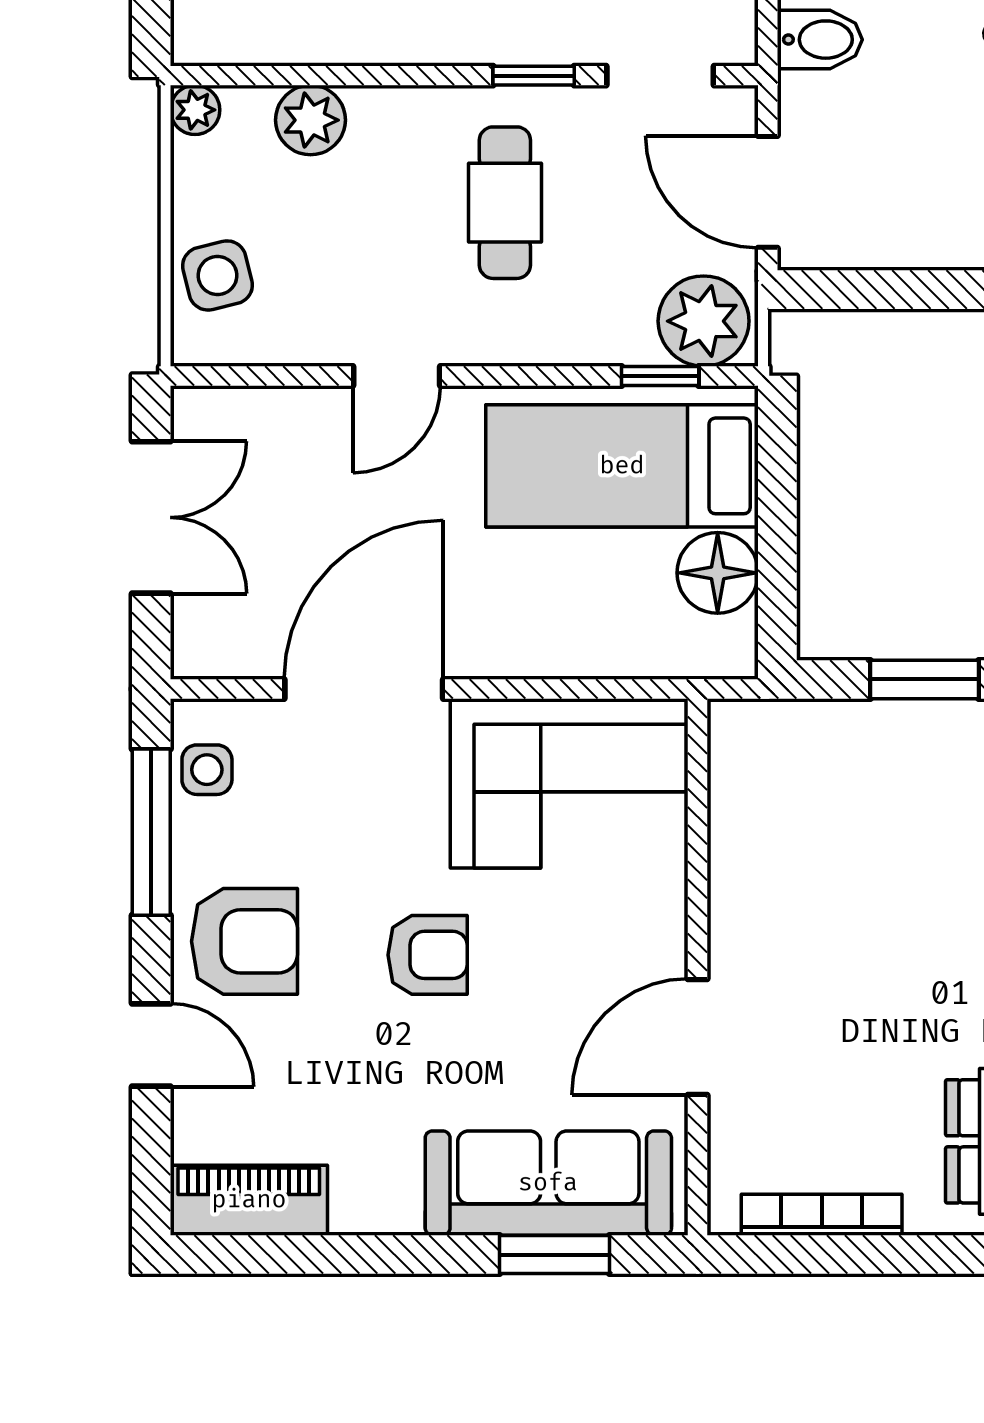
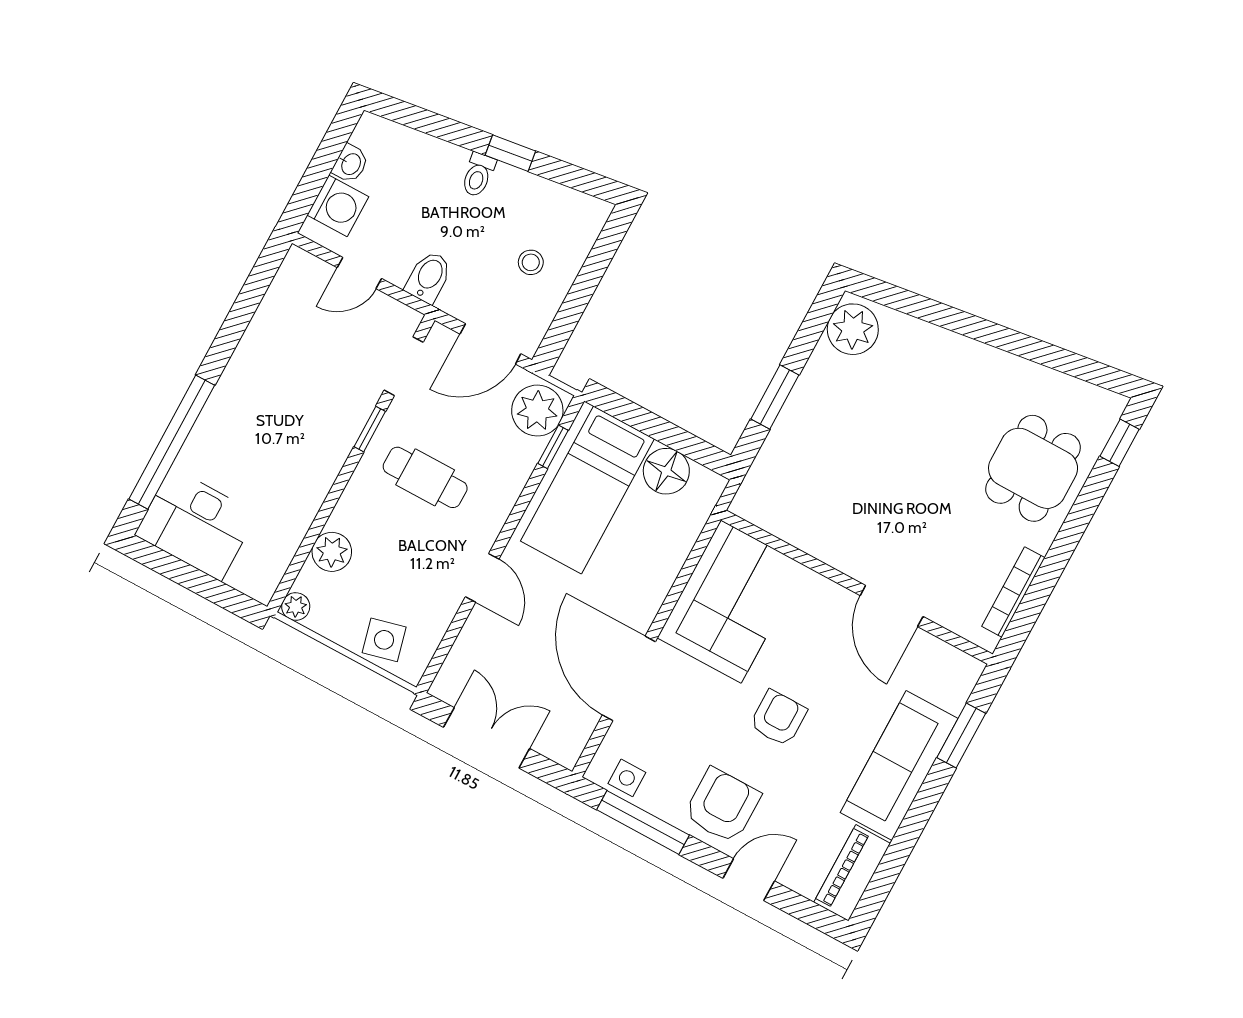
stool: (929, 186) -> (531, 262), added
sofa: (548, 1183) -> (899, 766), moved

